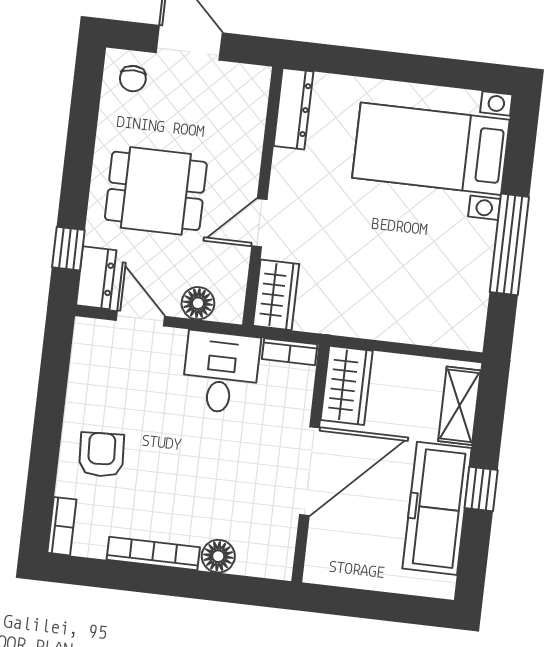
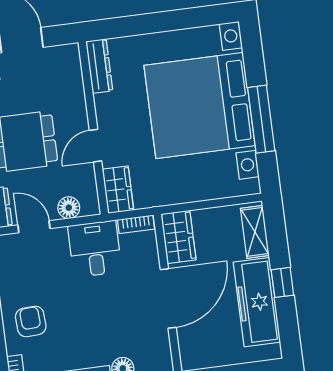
bed with nightstands: (431, 149) -> (199, 106), width x1.85

